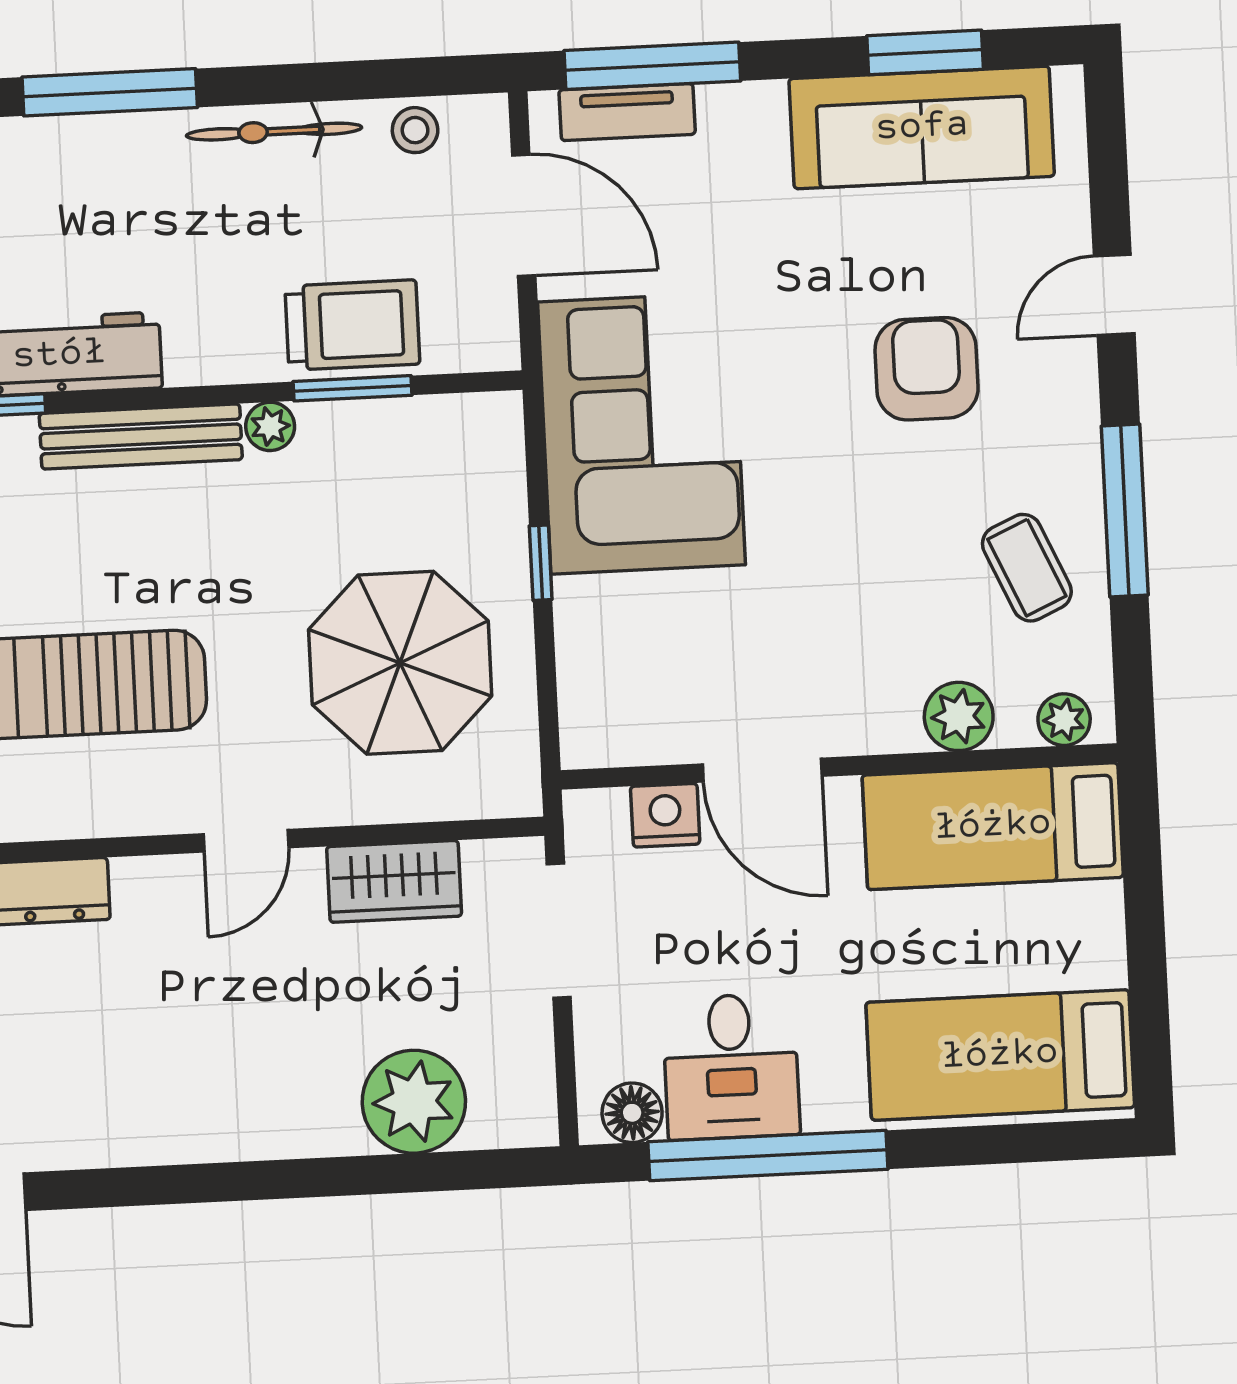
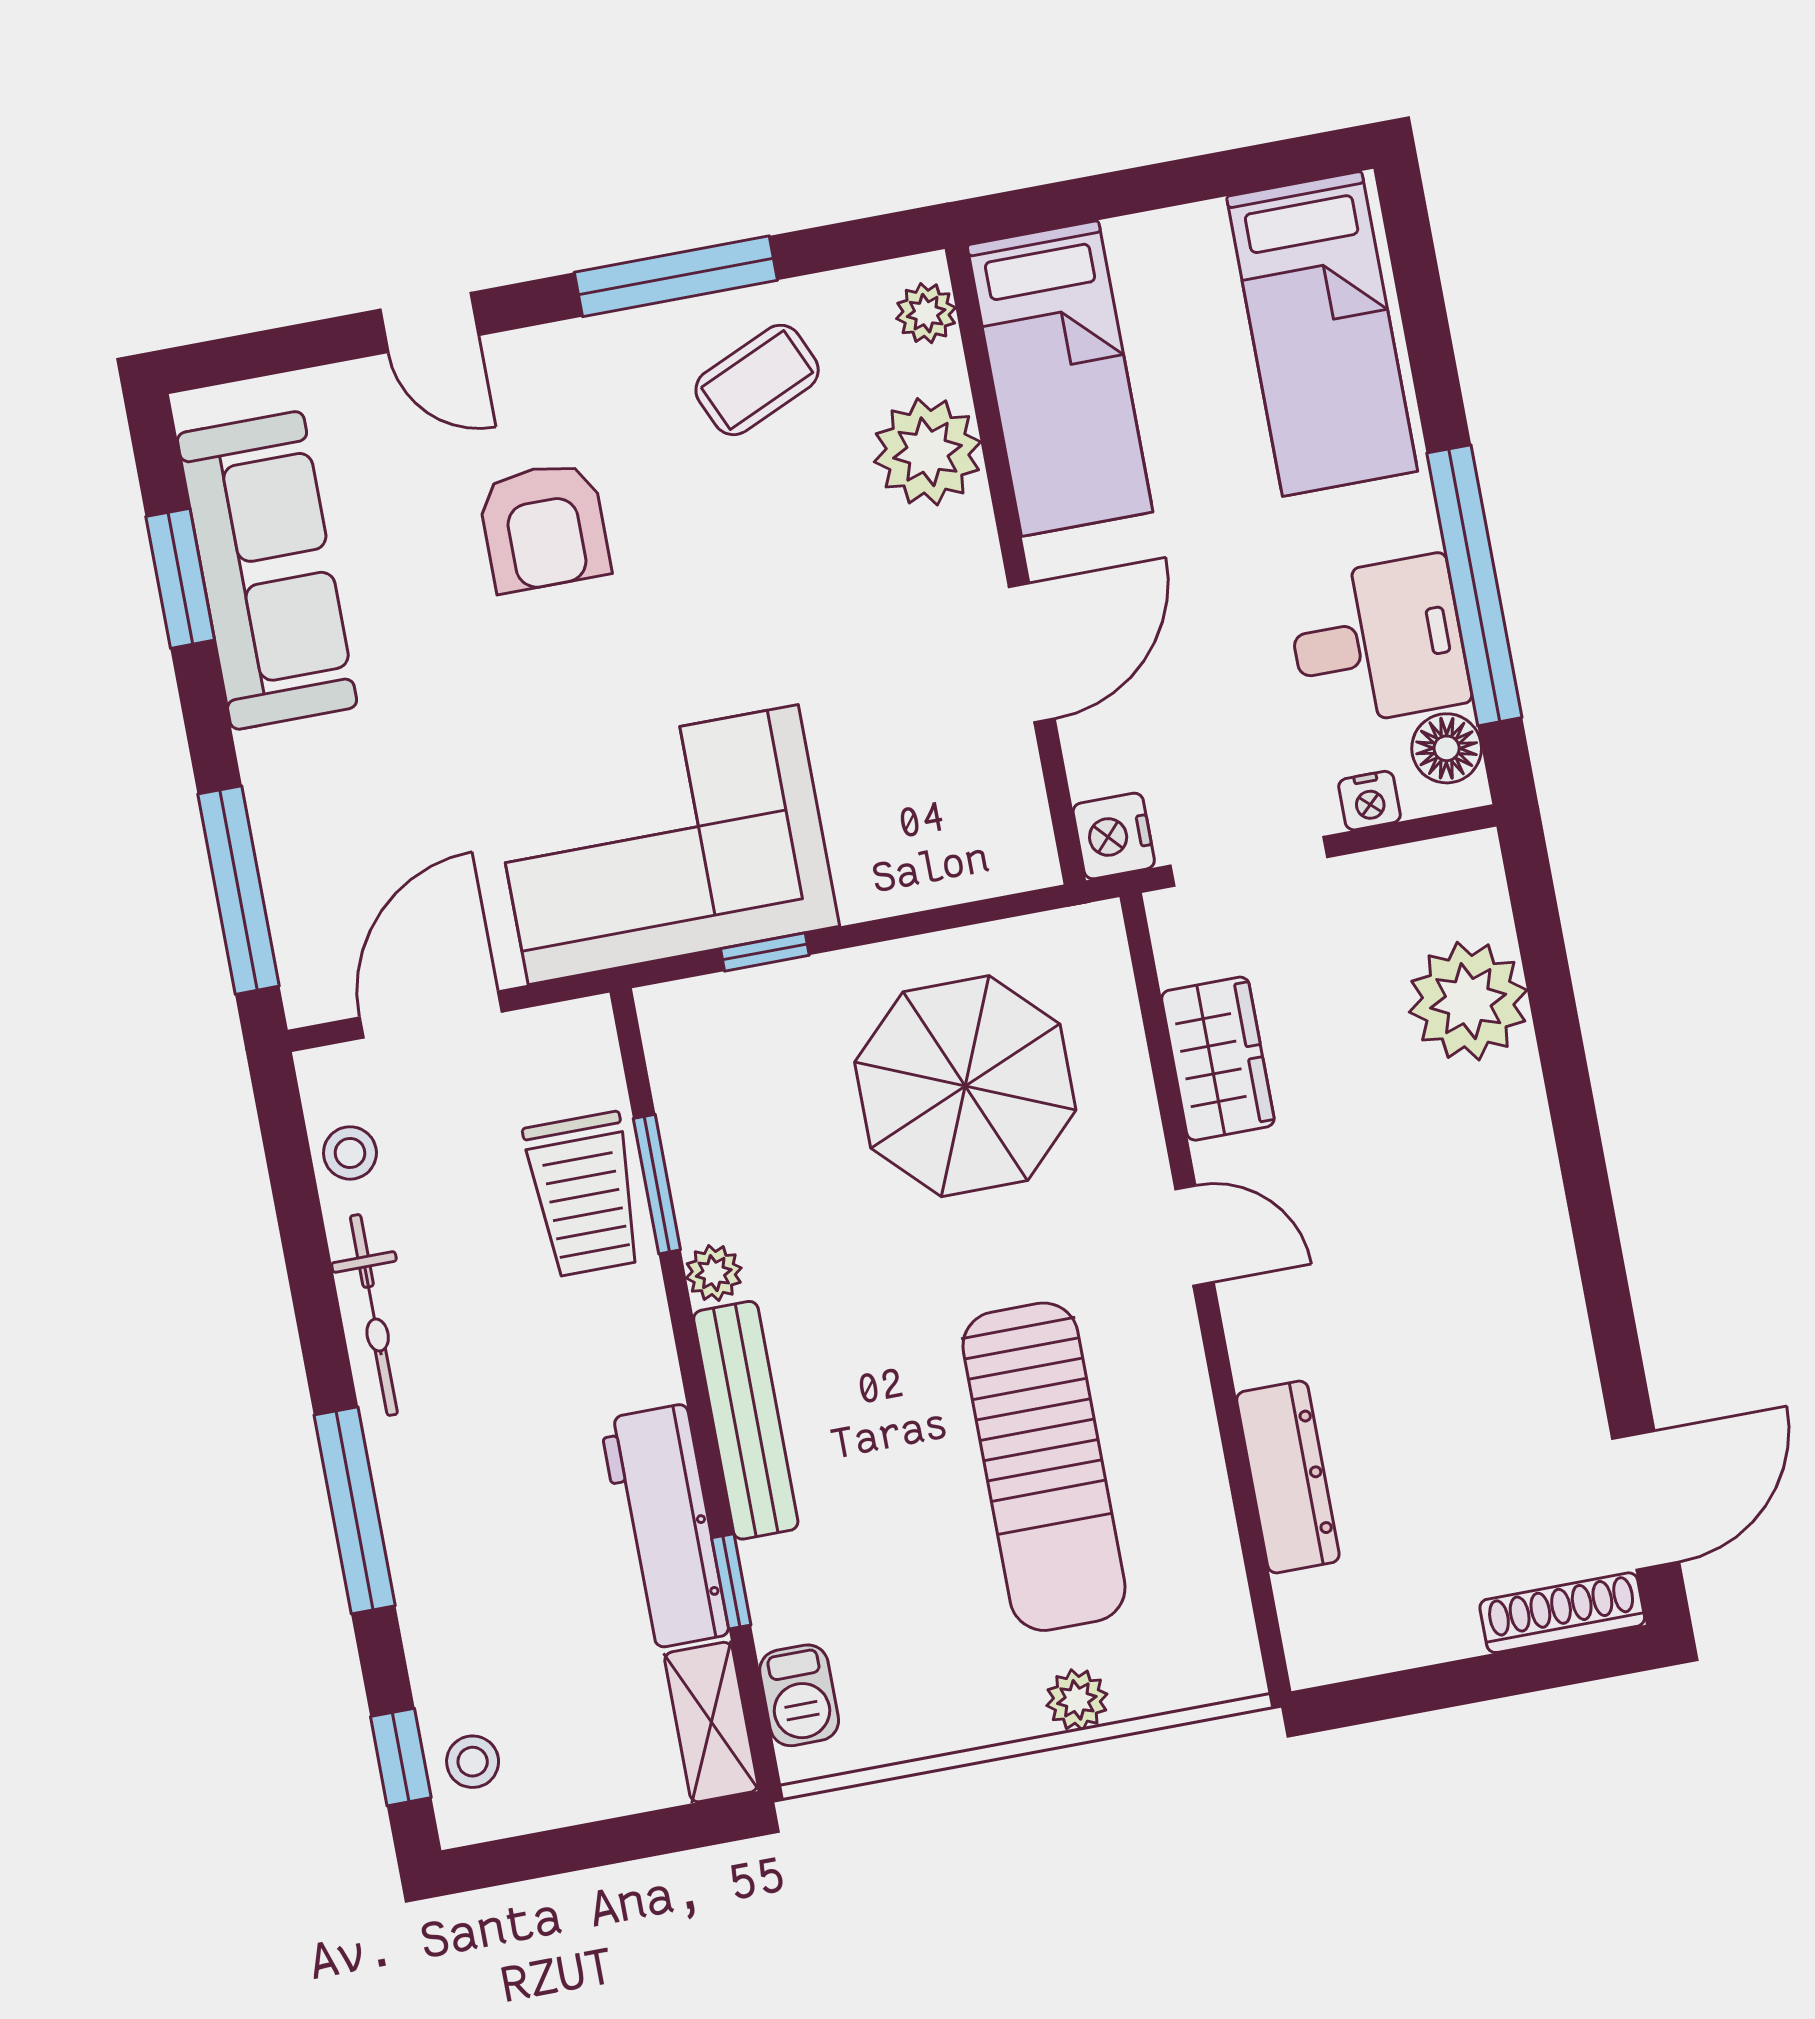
tv unit: (627, 112) -> (296, 912), removed
trolley: (352, 325) -> (584, 1194), turned 180
armchair: (927, 369) -> (544, 527), turned -90
window: (541, 563) -> (765, 952), moved
plant: (959, 716) -> (927, 452), width x1.36, depth x1.36
nightstand: (665, 815) -> (1114, 836), moved
nightstand: (596, 1041) -> (1369, 801), added

